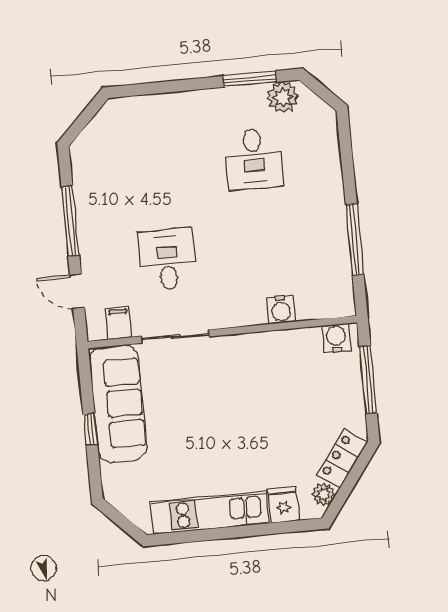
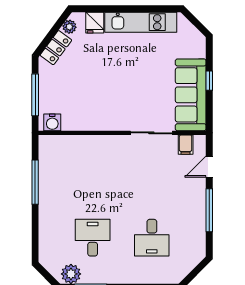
desk: (167, 259) -> (152, 238), moved
door: (77, 291) -> (209, 167), swing flipped
water cooler: (281, 310) -> (85, 143), removed

